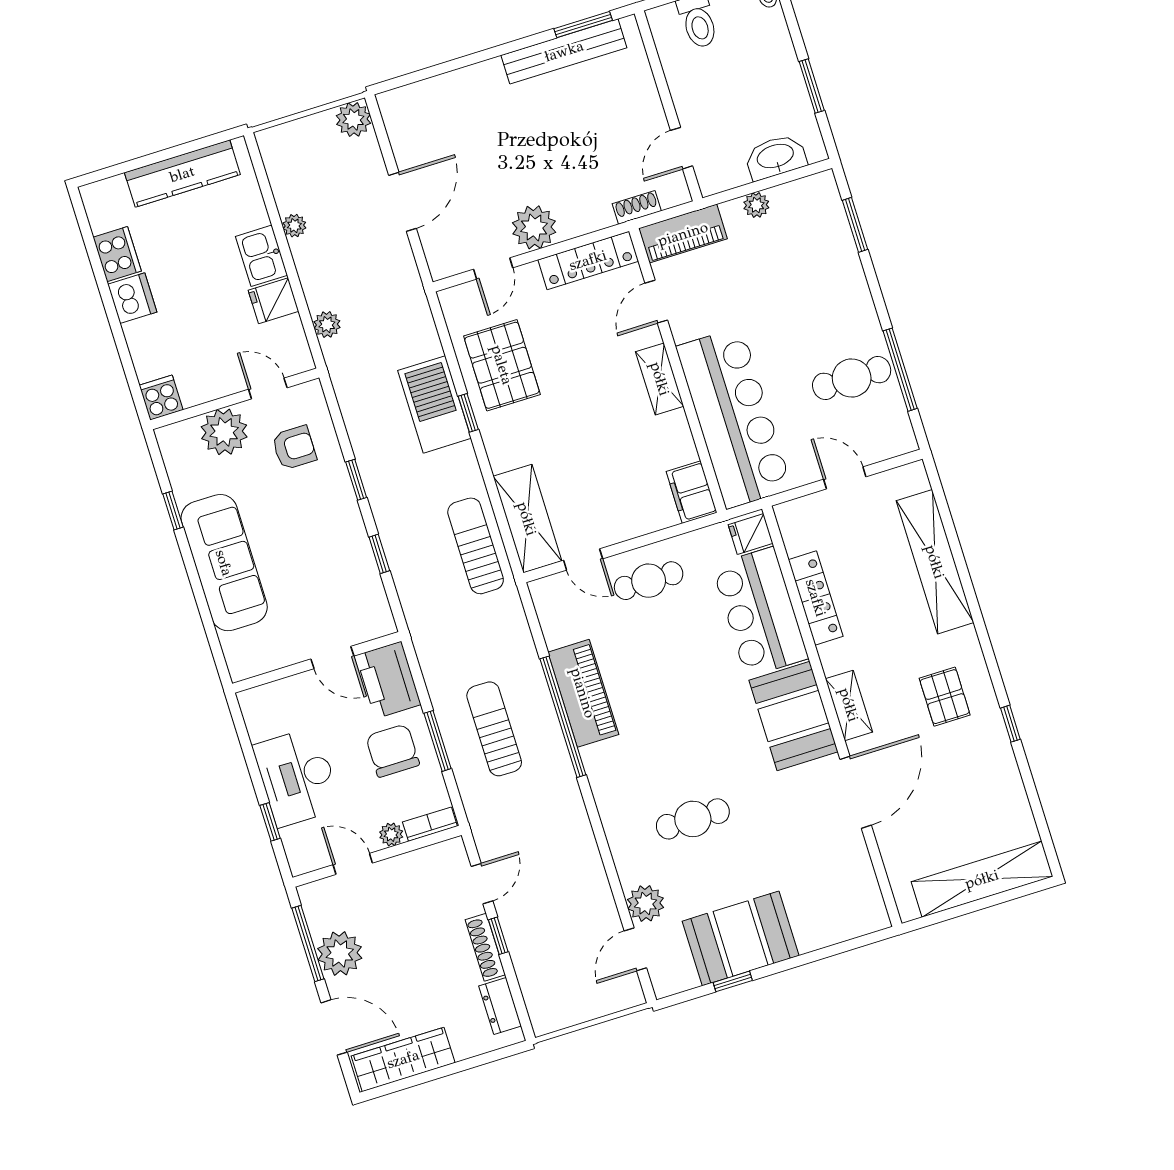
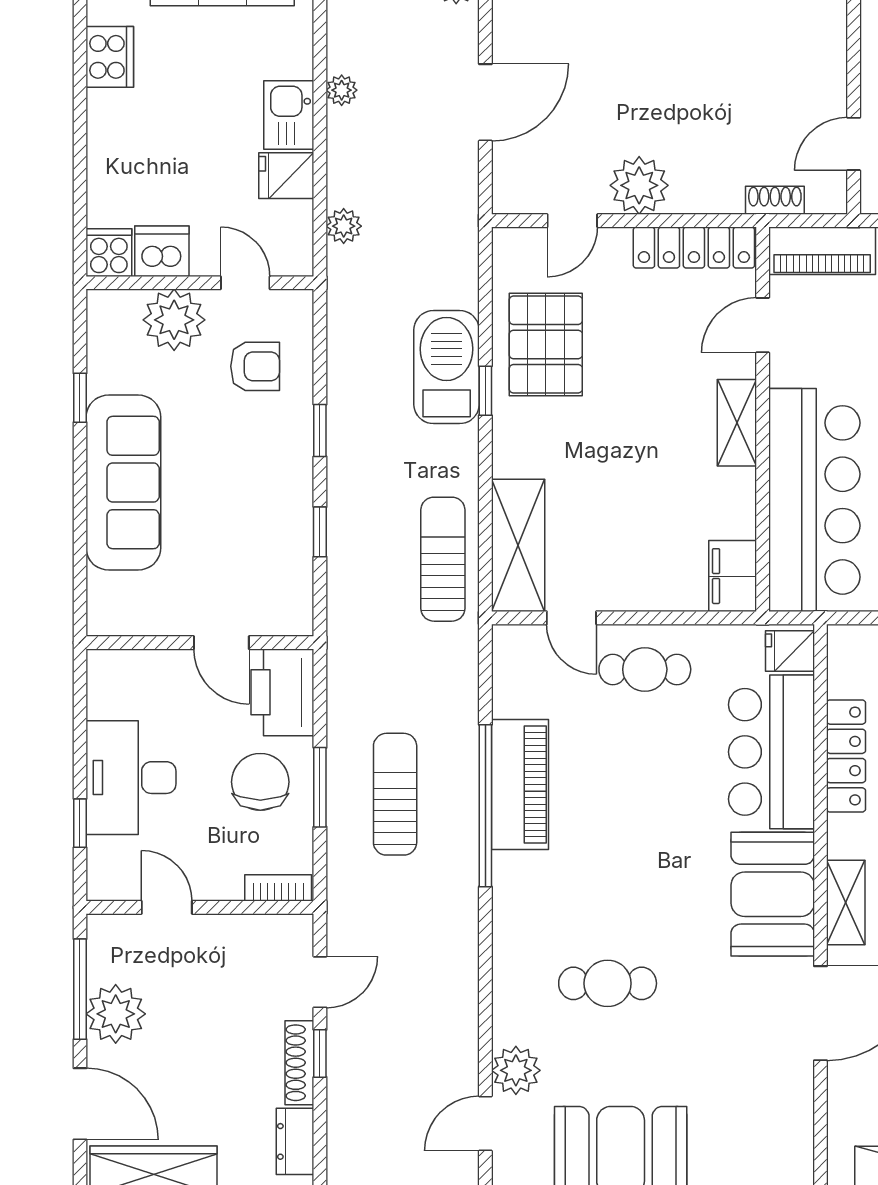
dishwasher: (132, 298) -> (162, 251), moved, turned -90
plant: (391, 834) -> (226, 886), removed

